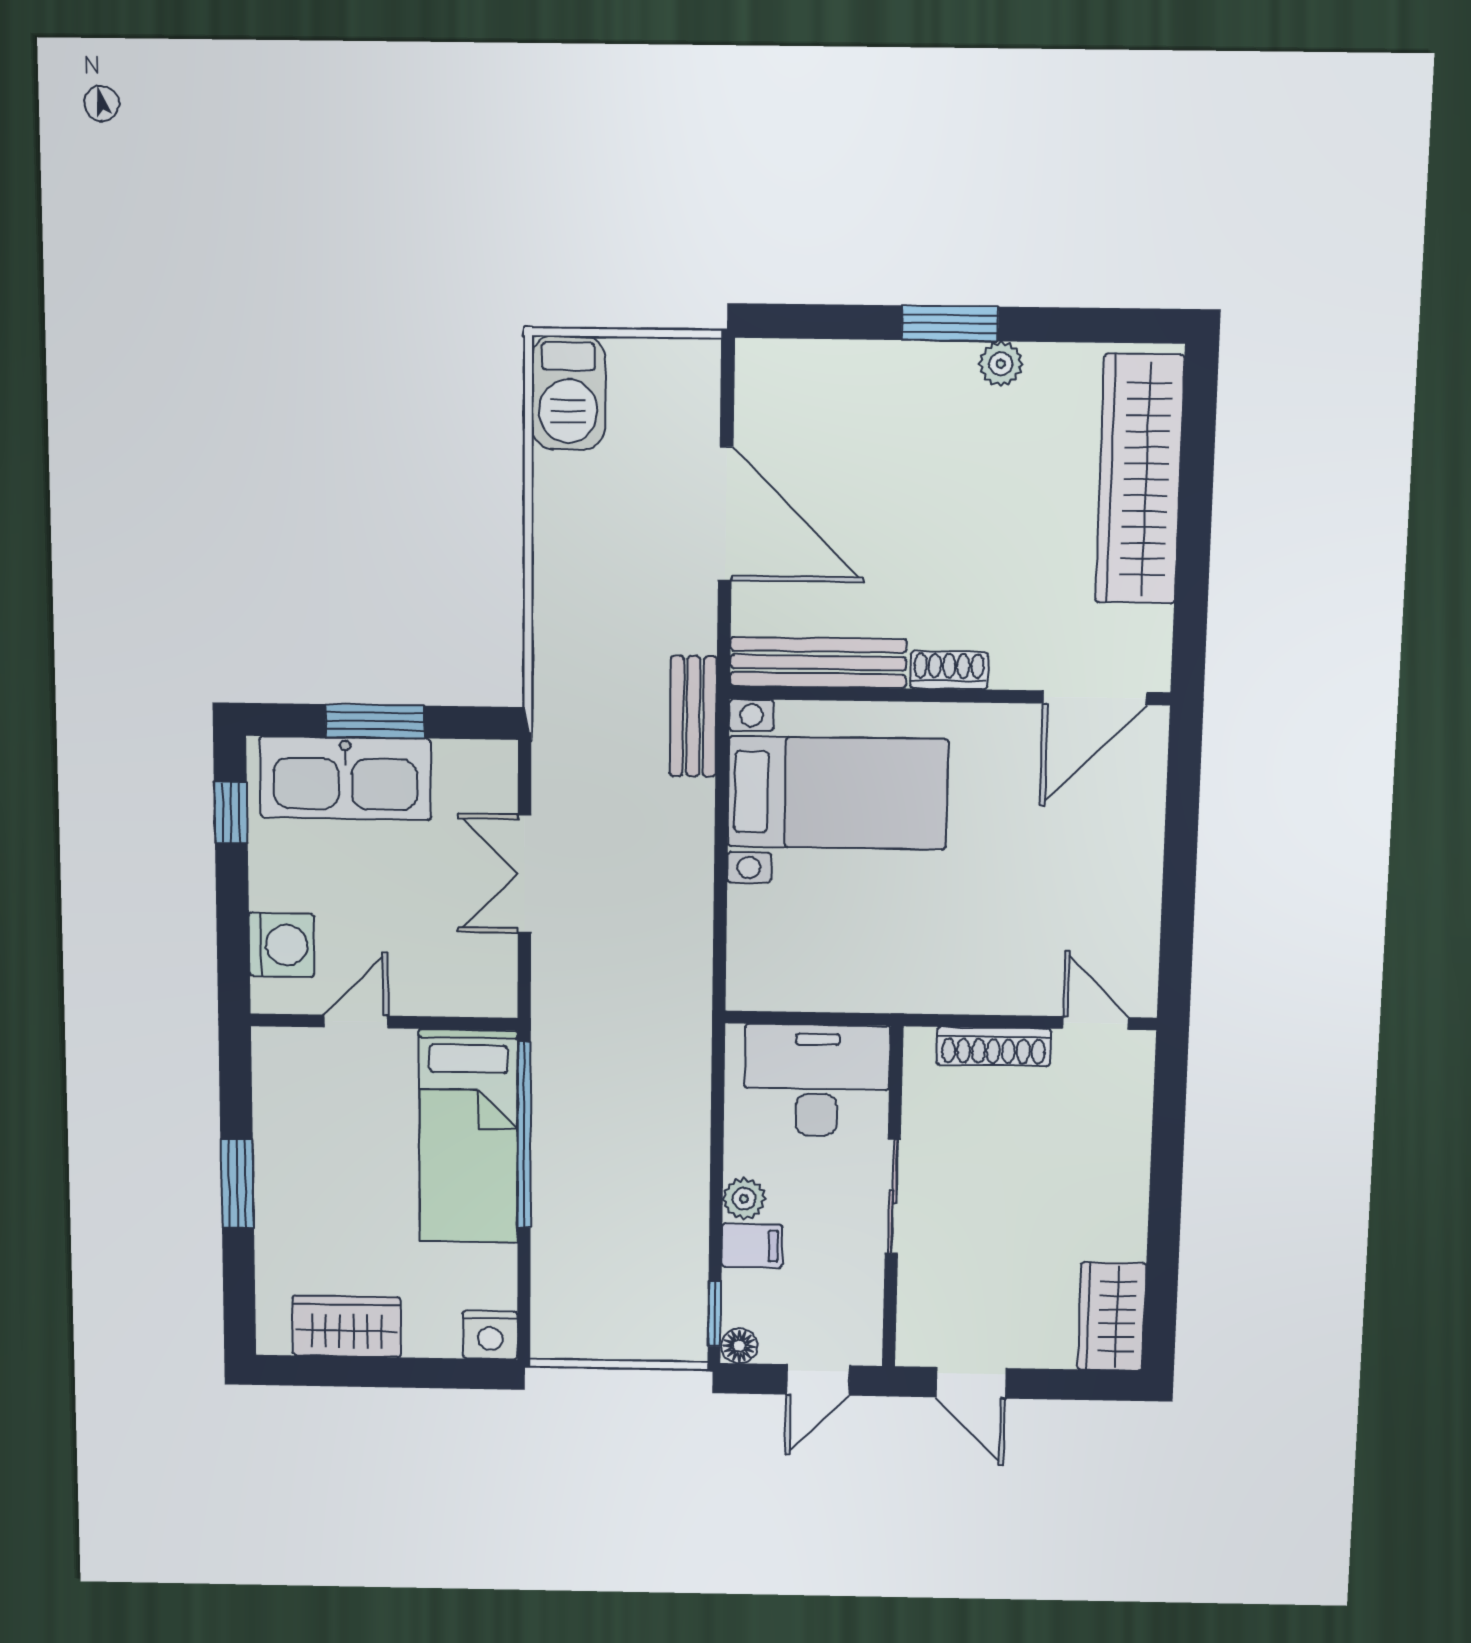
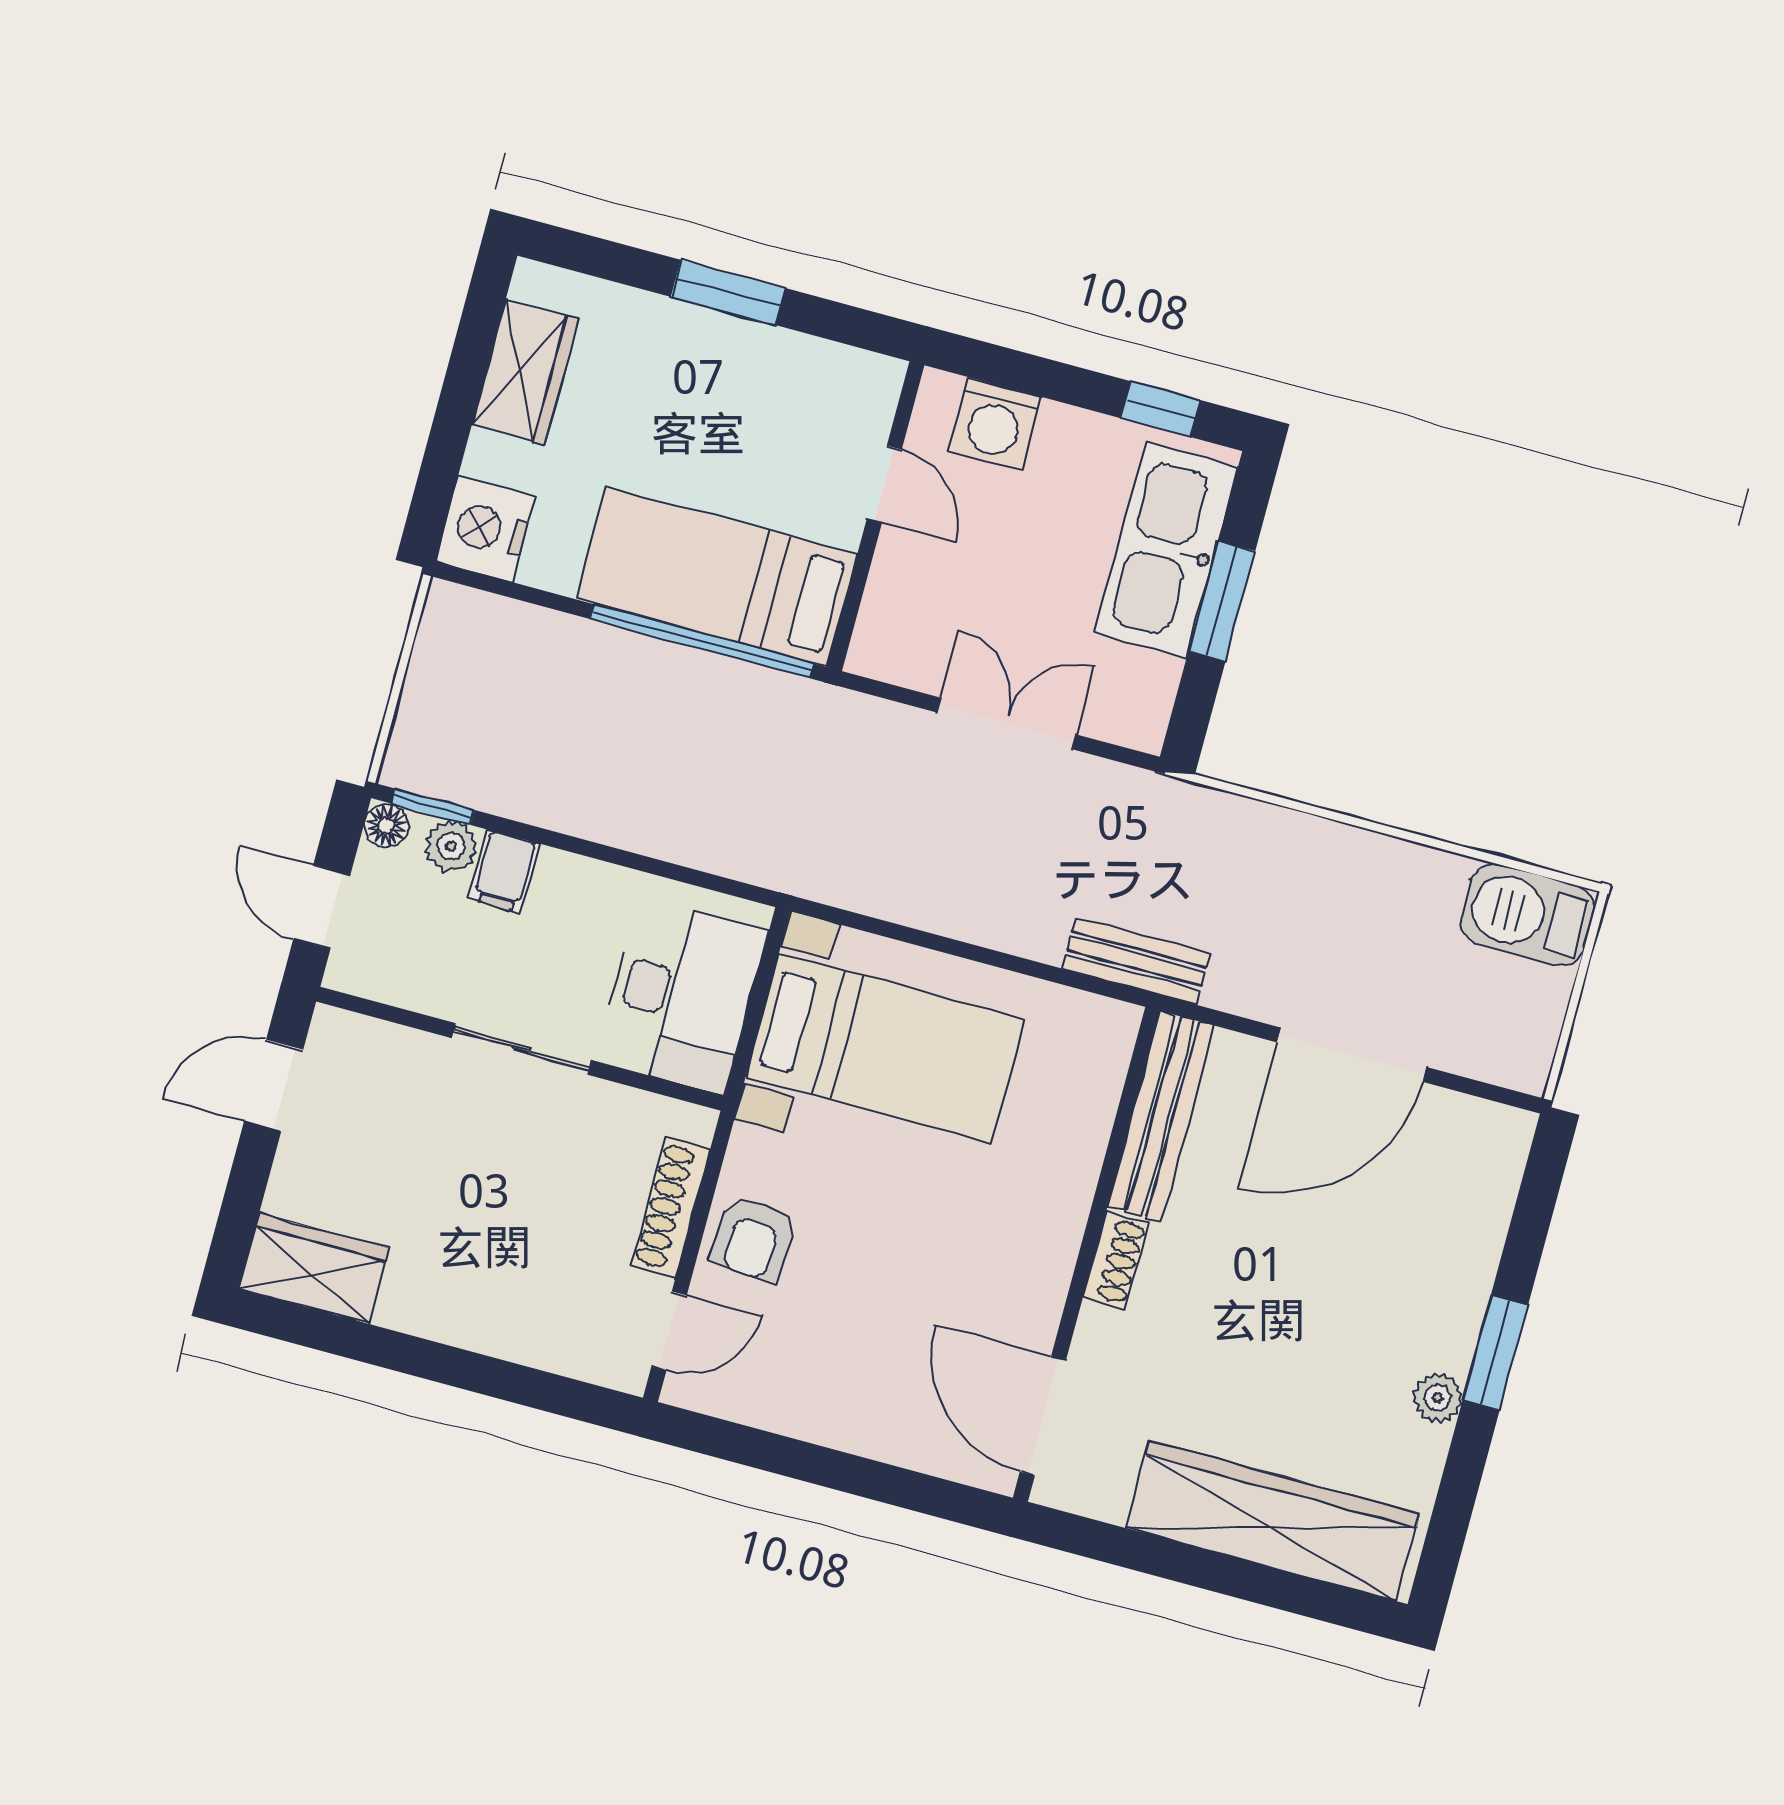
bed with nightstands: (838, 793) -> (885, 1048), moved, turned -90
armchair: (1003, 974) -> (754, 1238), added
plant: (744, 1199) -> (451, 846), moved
nightstand: (490, 1335) -> (485, 529), width x1.36, depth x1.33

